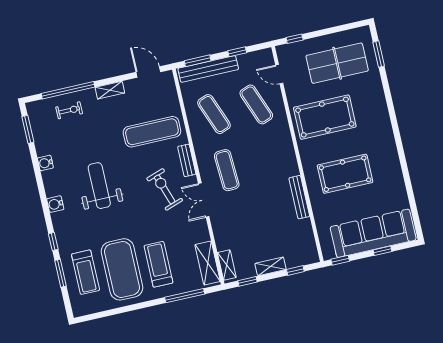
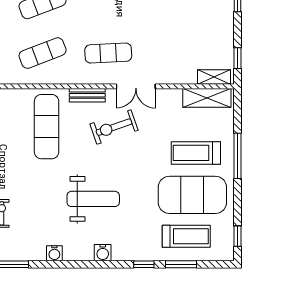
weight bench: (99, 186) -> (93, 199), turned 180
shelving: (271, 266) -> (227, 29), removed
window: (185, 296) -> (237, 156), moved
window: (96, 316) -> (237, 236), added

